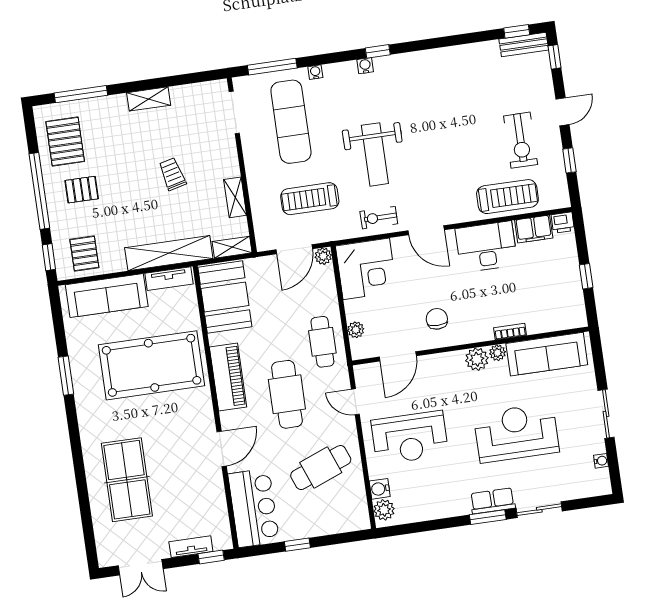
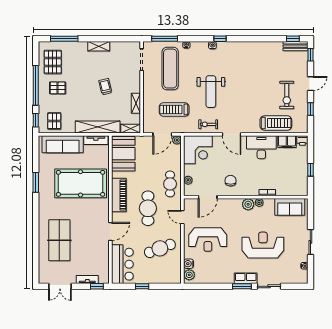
sofa: (547, 354) -> (290, 207), width x0.73

